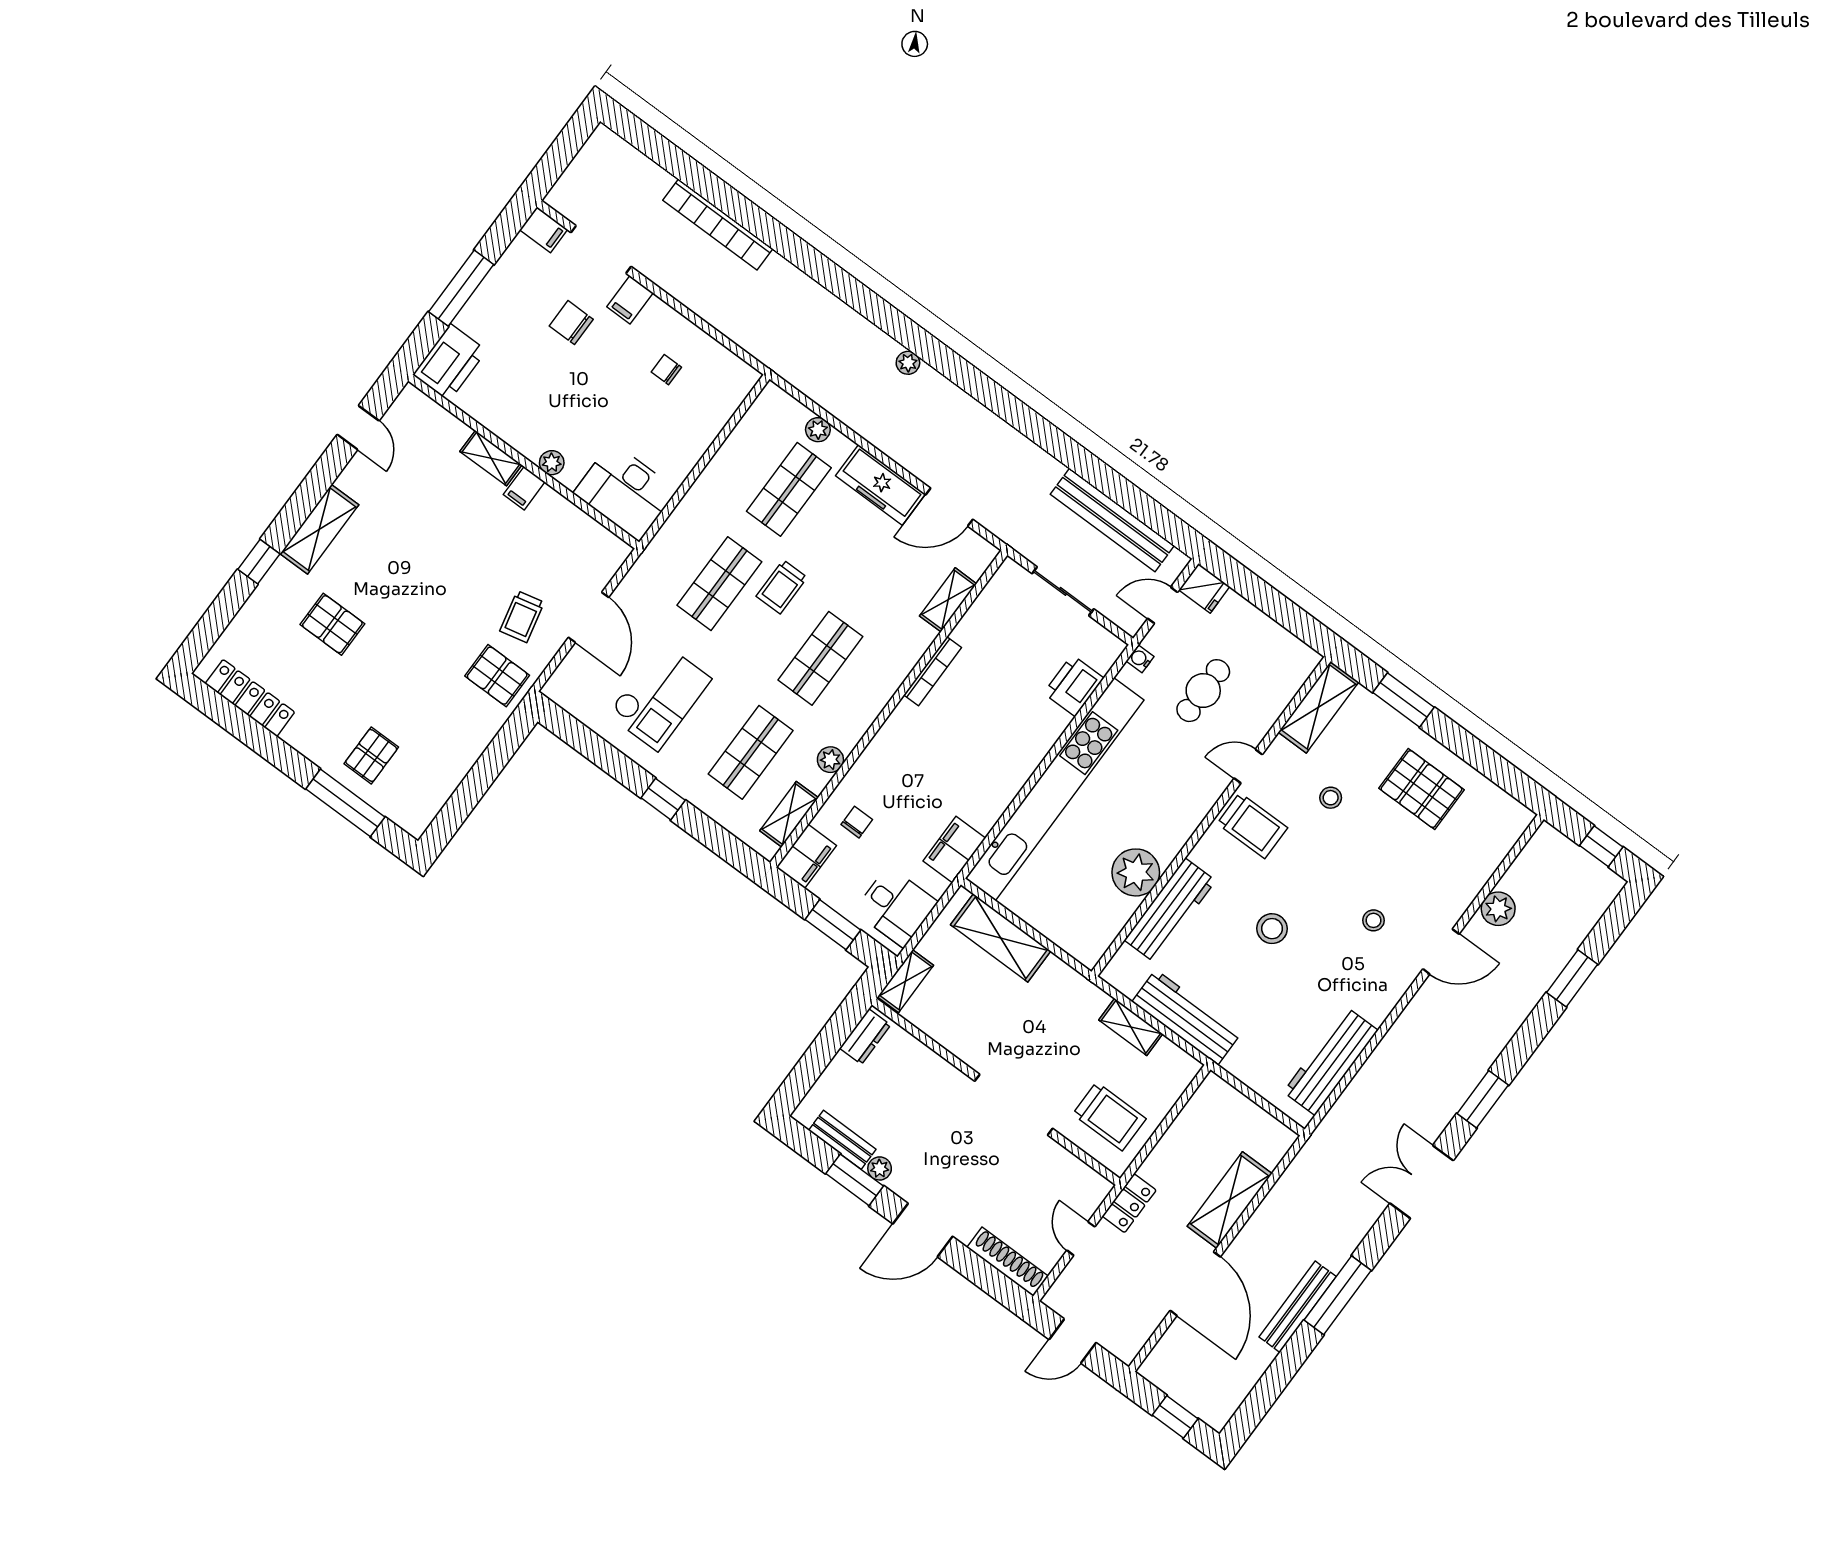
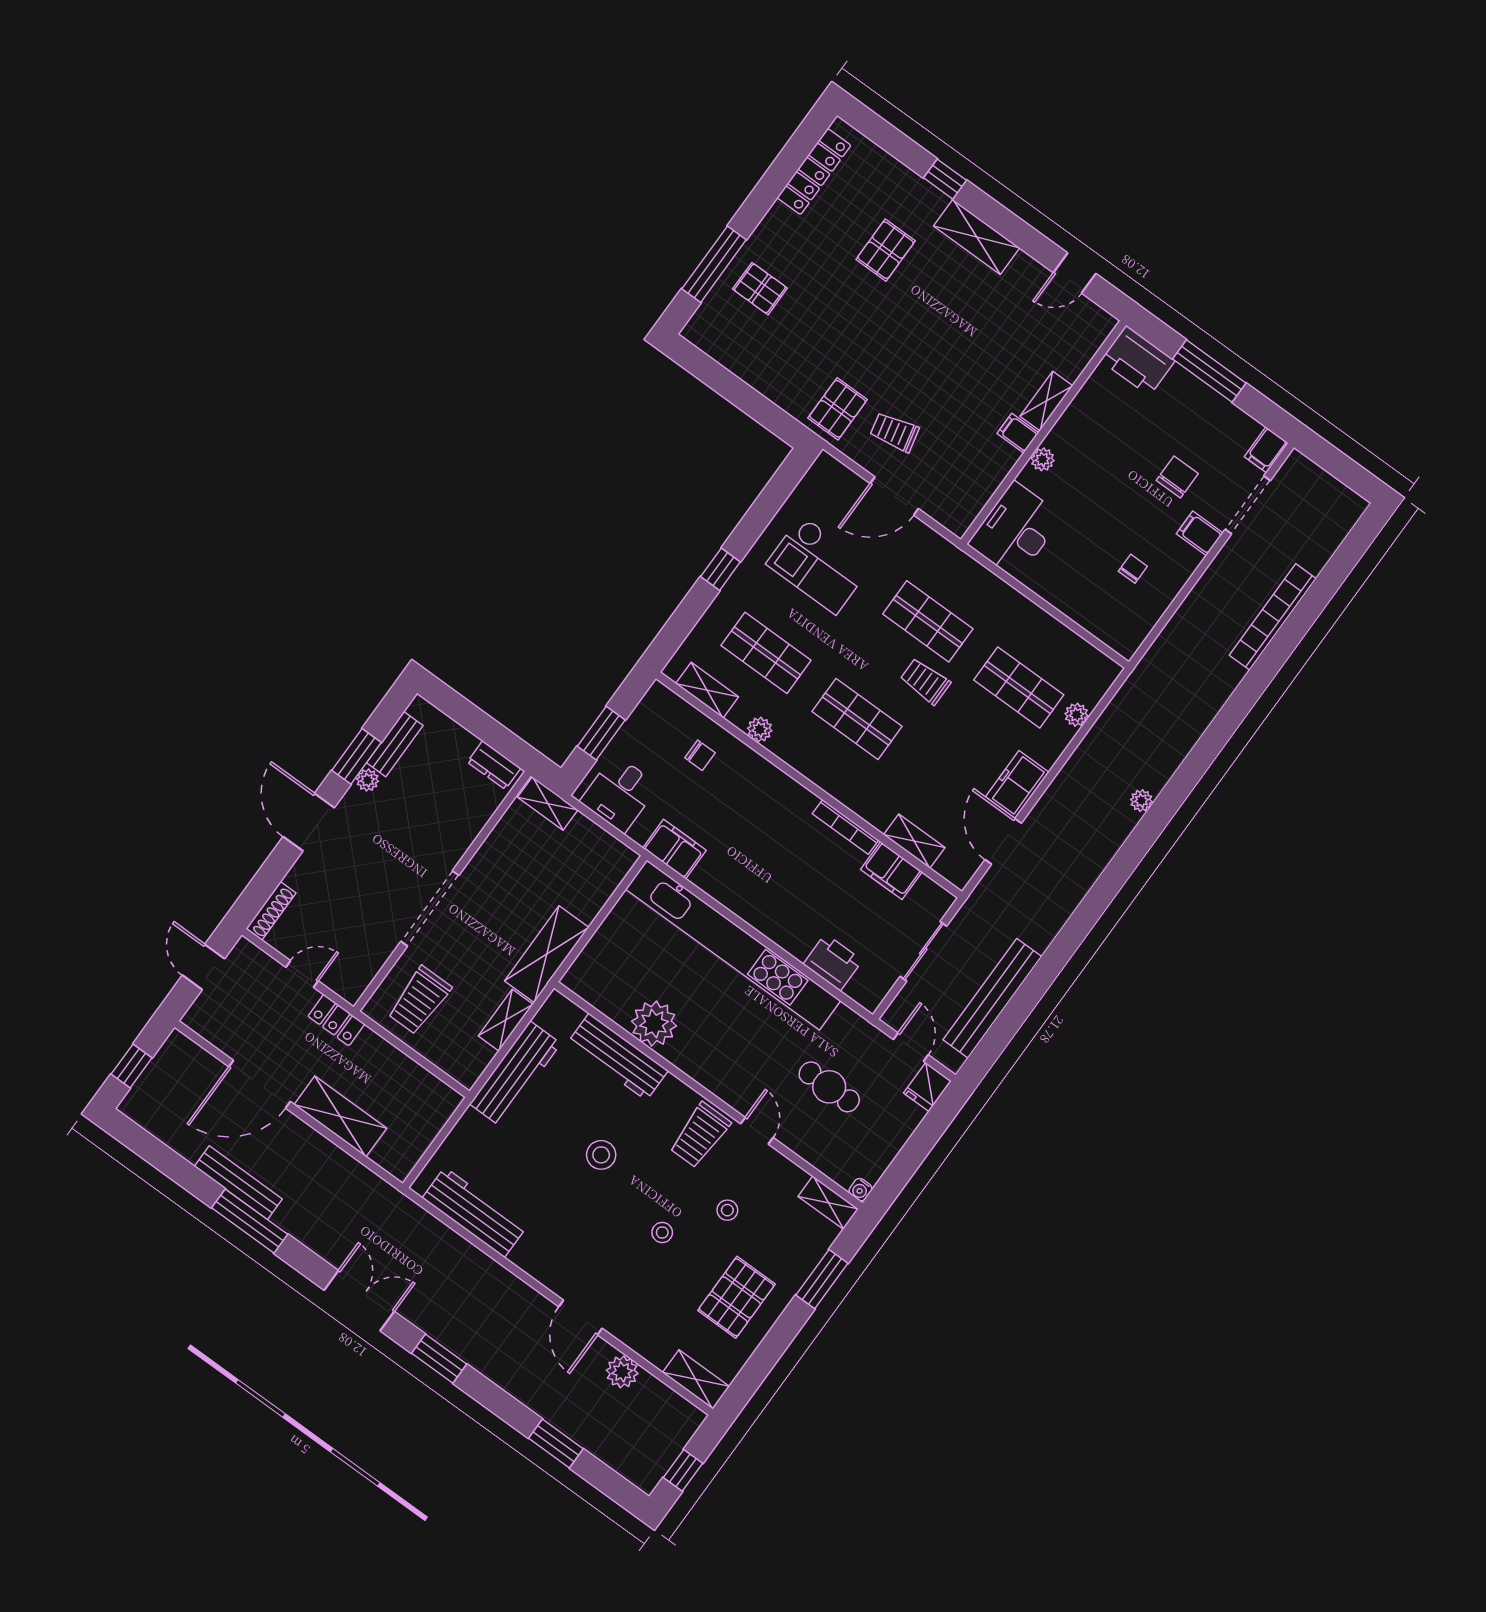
freezer: (880, 485) -> (1017, 784), width x0.71
water cooler: (1140, 659) -> (860, 1190), moved, turned 180
shelving: (1319, 707) -> (828, 1203), width x0.67, depth x0.75
shelving: (1507, 832) -> (696, 1379), added
filing cabinet: (806, 856) -> (891, 871), moved
stool: (1373, 920) -> (662, 1232), moved
shelving: (1001, 938) -> (547, 954), moved
shoe rack: (1008, 1262) -> (271, 911), width x0.74, depth x0.81

